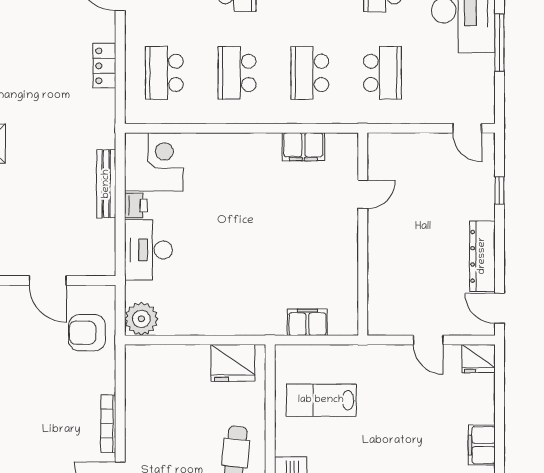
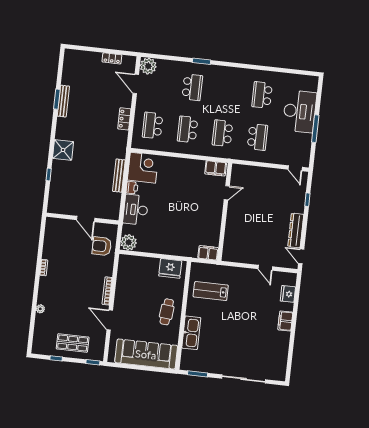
door: (363, 194) -> (227, 193), moved
wall: (363, 234) -> (225, 212), moved
fridge: (479, 359) -> (288, 294), moved, turned 90

